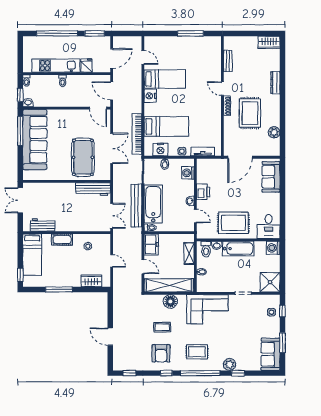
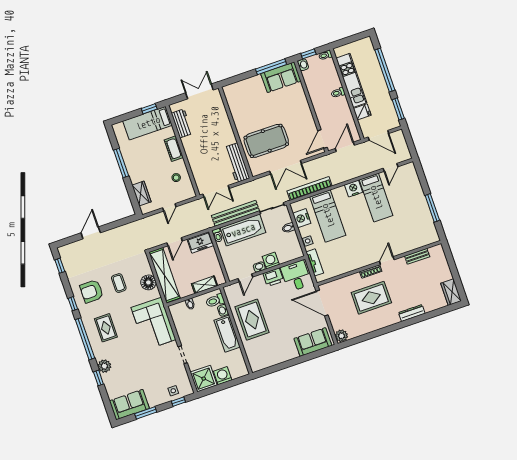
plant: (274, 132) -> (341, 336), moved
sofa: (35, 140) -> (281, 77), width x0.54, depth x0.79
washing machine: (188, 173) -> (271, 261), moved
desk: (269, 226) -> (296, 276), moved, turned 90
washing machine: (273, 248) -> (223, 376), moved
window: (20, 275) -> (149, 109), moved

